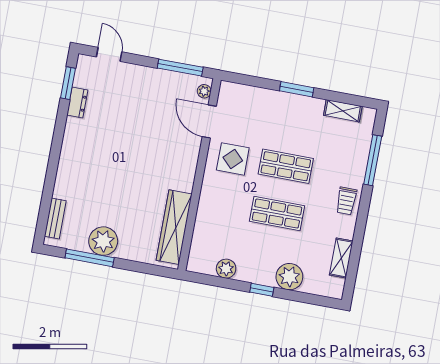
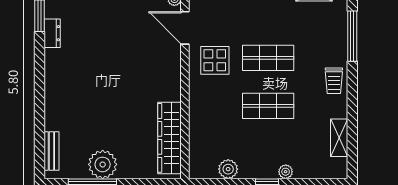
plant: (289, 277) -> (286, 172), width x0.53, depth x0.53

